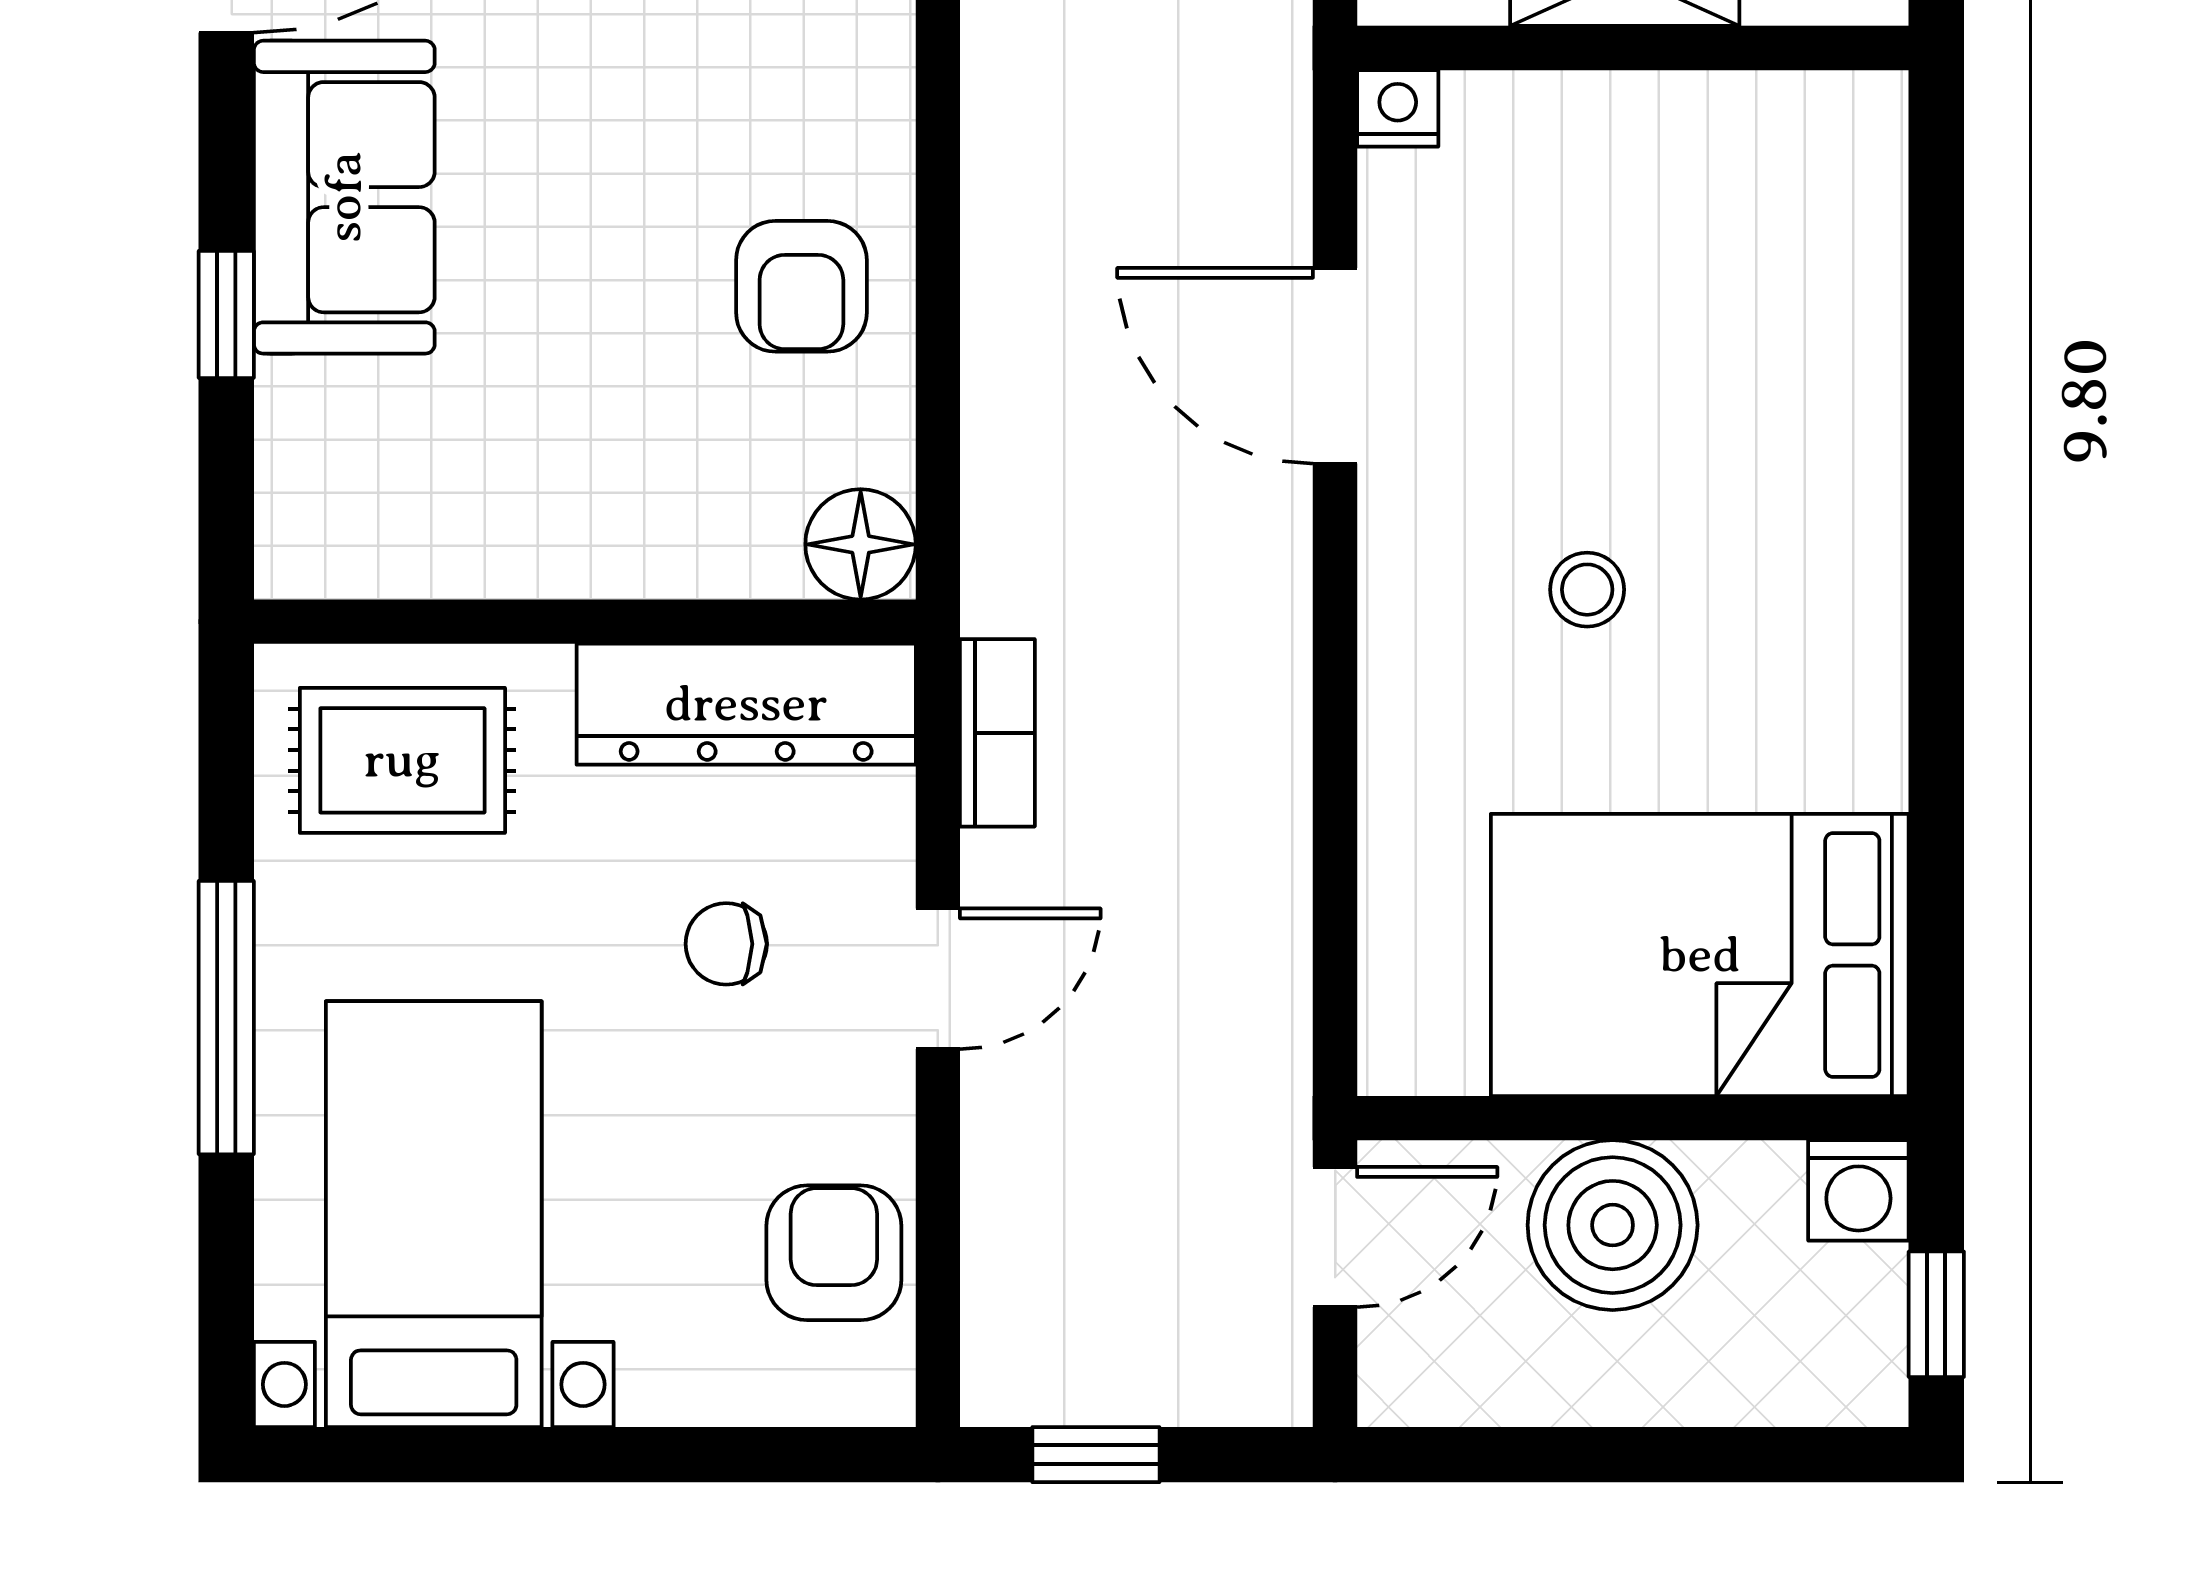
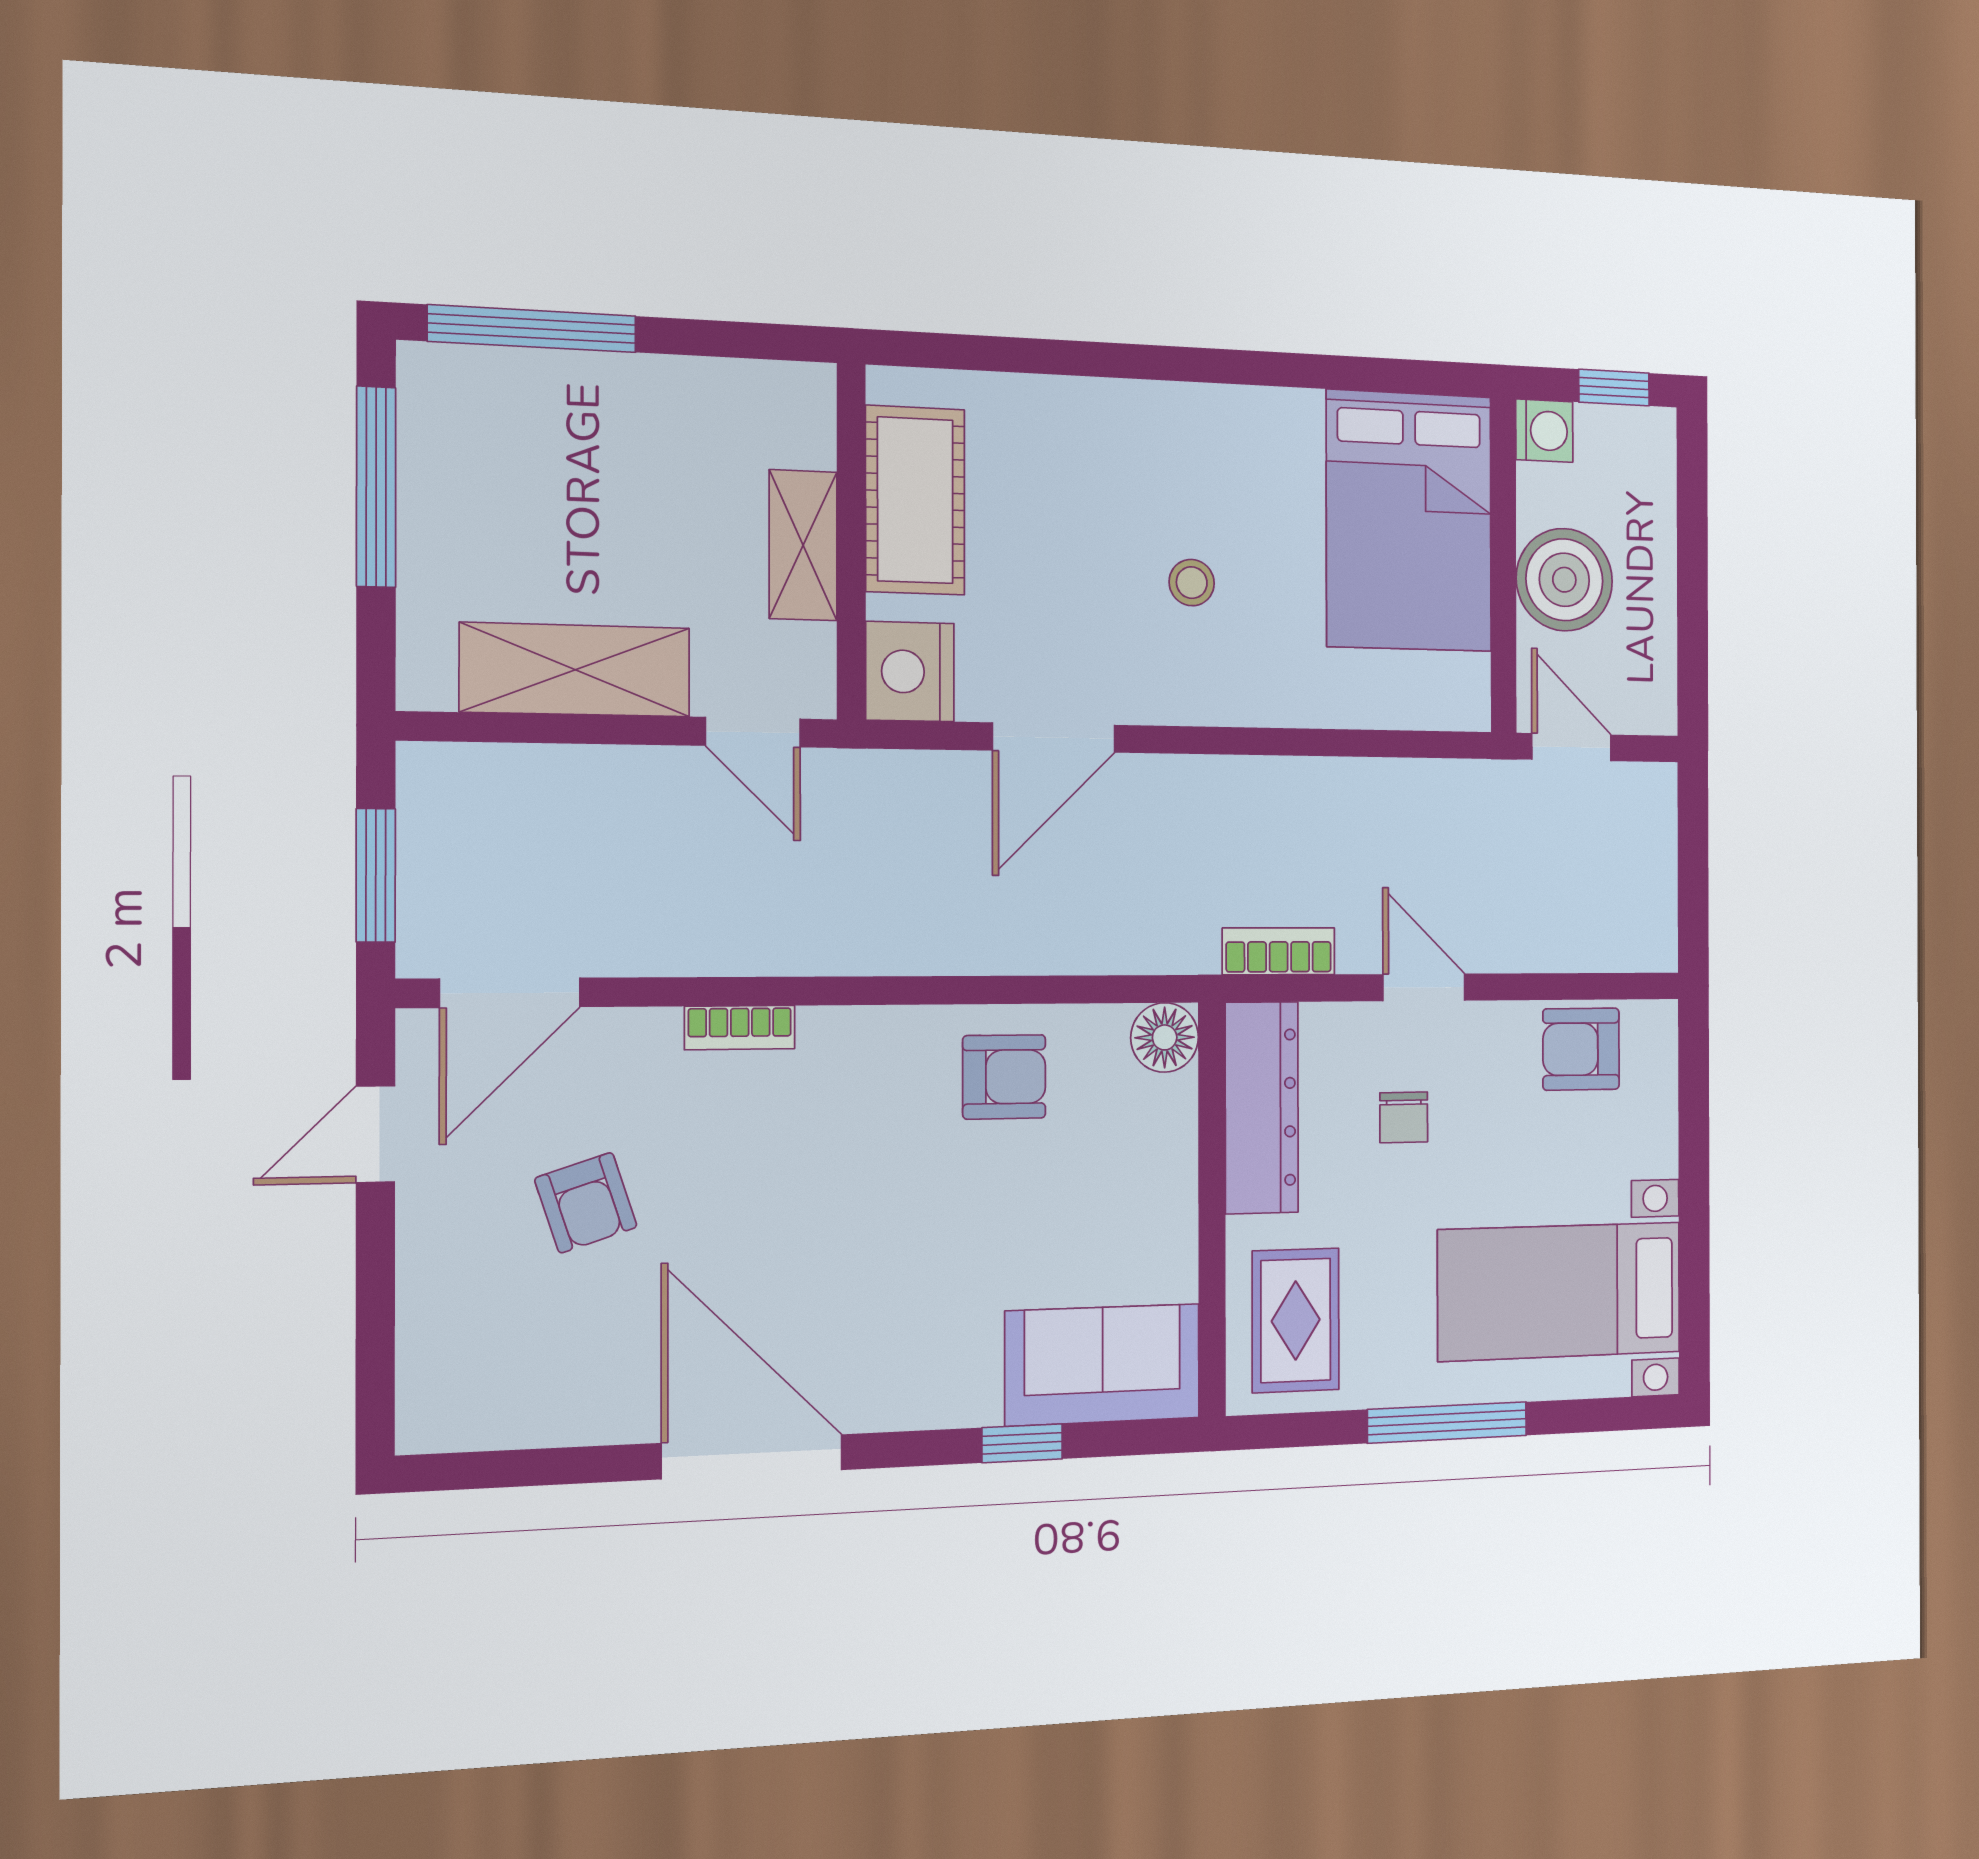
nightstand: (1398, 108) -> (910, 672), width x1.89, depth x1.79
cot: (1701, 147) -> (915, 500), added
sofa: (344, 197) -> (1103, 1365), moved
window: (1096, 1455) -> (1693, 892), removed

